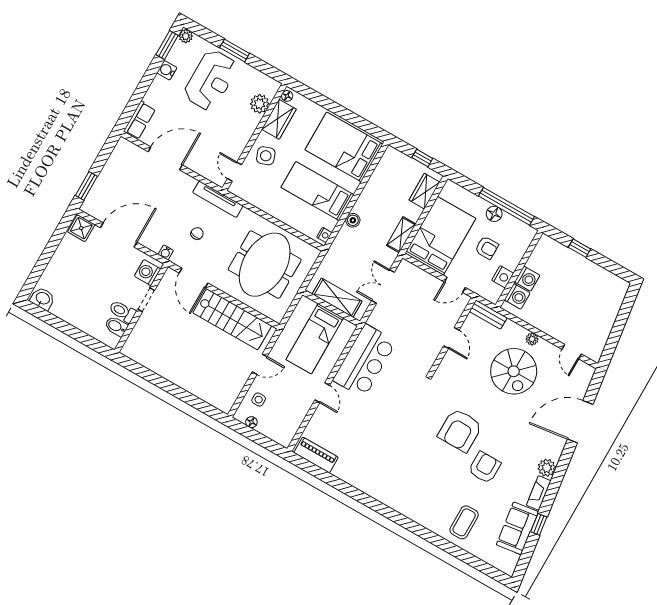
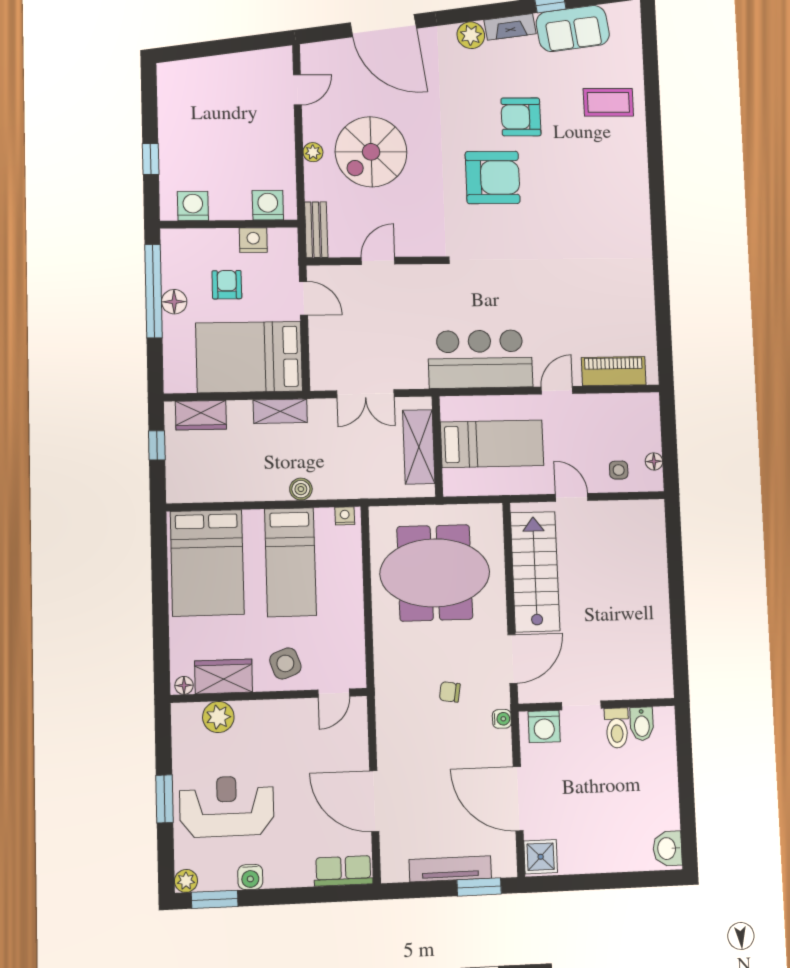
tv unit: (218, 199) -> (450, 869), moved, turned -90
washing machine: (527, 279) -> (193, 206), moved
spiral stairs: (514, 371) -> (371, 152), turned 180
piano: (316, 455) -> (614, 371), moved, turned 90

